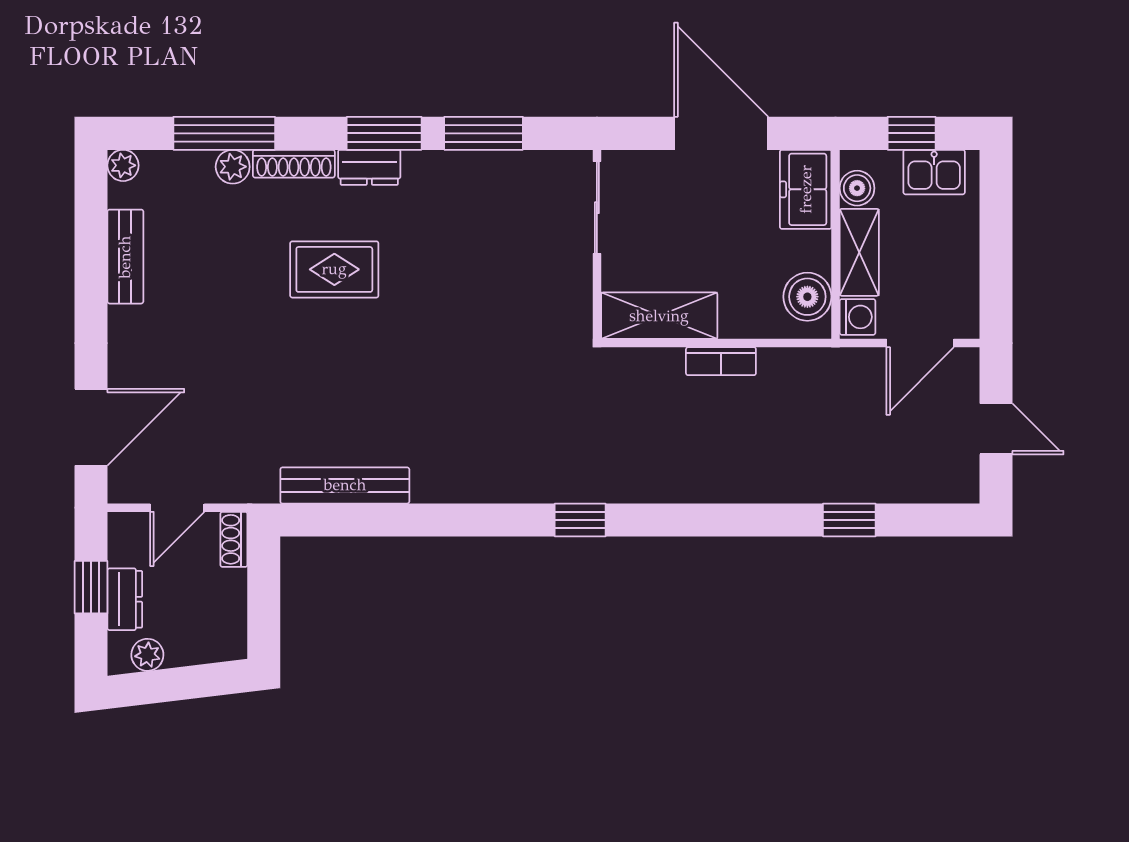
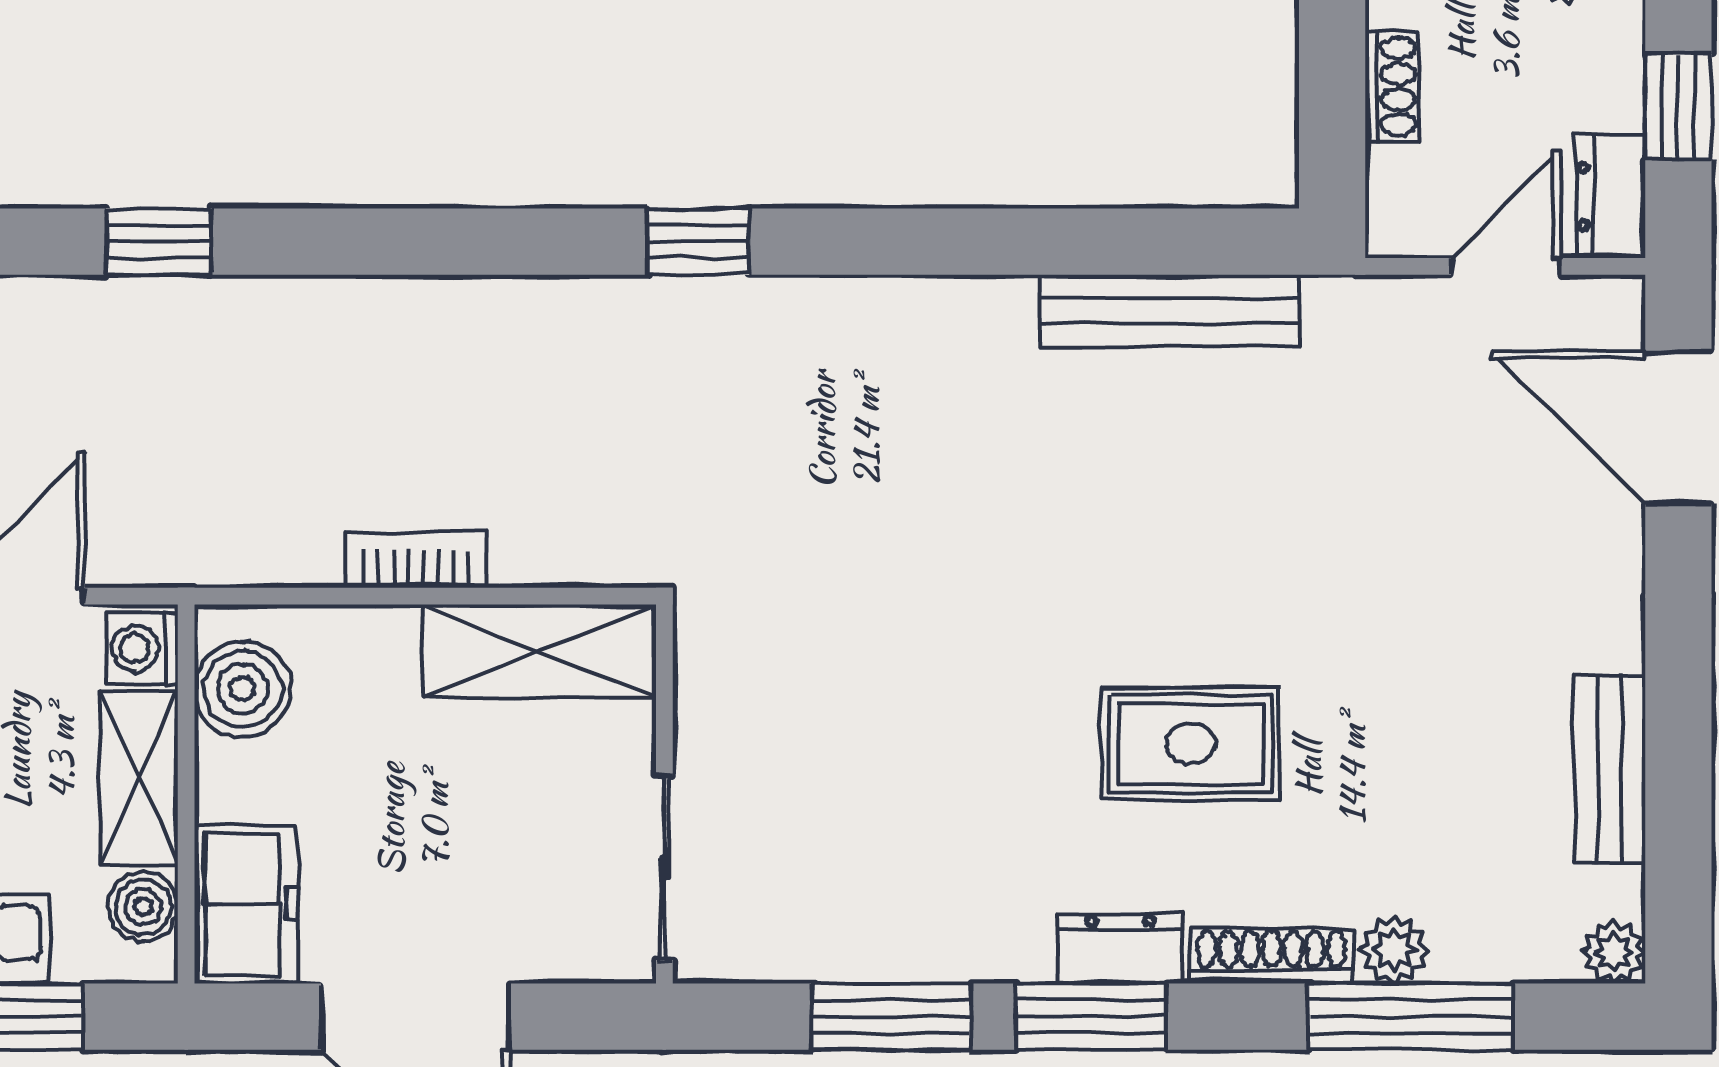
door: (91, 427) -> (1678, 428), hinge flipped
shoe rack: (234, 539) -> (1392, 86), moved
dresser: (125, 599) -> (1611, 196), moved

